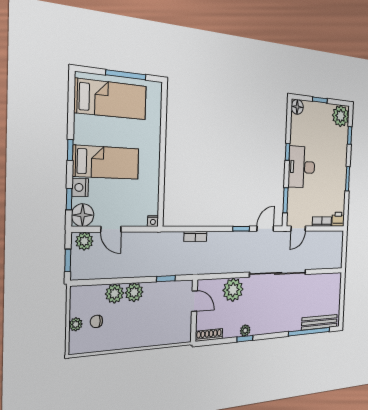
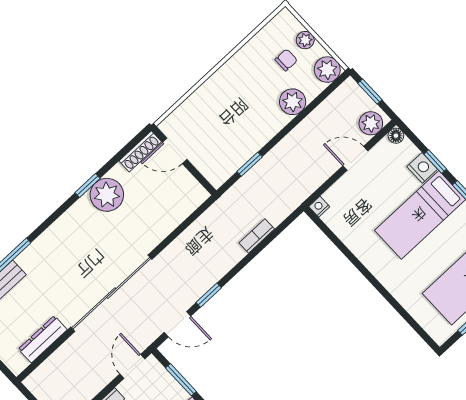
window: (69, 199) -> (435, 162), moved
floor lamp: (83, 215) -> (396, 136), width x0.53, depth x0.53
door: (265, 229) -> (177, 324), hinge flipped
dresser: (320, 280) -> (43, 339), added
plant: (233, 290) -> (156, 223), removed
plant: (134, 292) -> (327, 70), moved
door: (194, 301) -> (175, 151), moved
plant: (245, 330) -> (107, 195), width x1.88, depth x1.88

